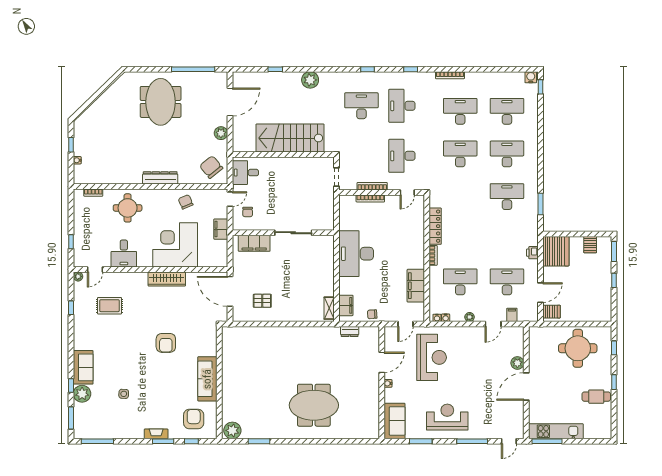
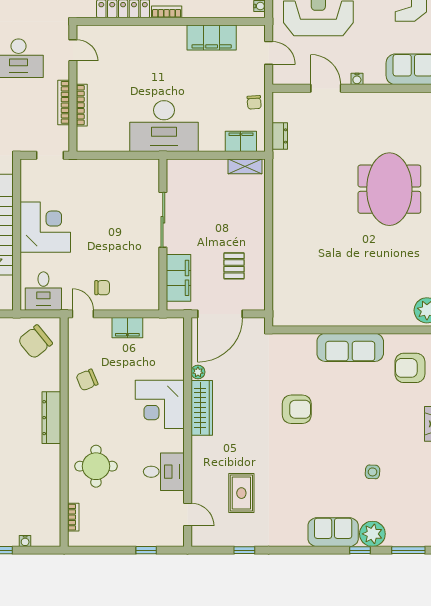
corner desk: (288, 174) -> (45, 227), added
wall: (283, 233) -> (163, 235), moved
sliding door: (293, 233) -> (163, 220), moved
filing cabinet: (254, 243) -> (179, 278), moved
corner desk: (175, 245) -> (160, 404), width x0.74, depth x0.74
plant: (78, 276) -> (198, 372), moved

